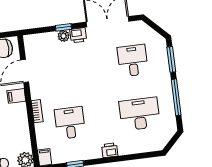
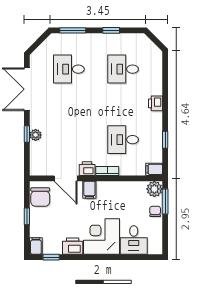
printer: (78, 35) -> (87, 169), moved, turned -90
window: (176, 97) -> (111, 30), width x0.46
desk: (140, 114) -> (123, 69), width x0.73

